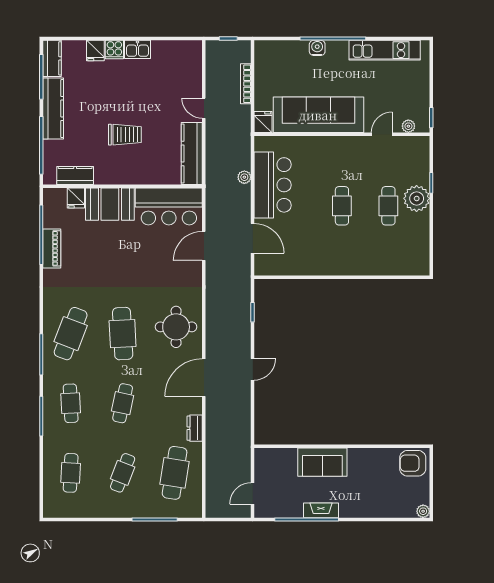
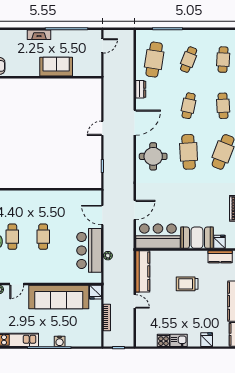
cooker: (114, 50) -> (163, 340), moved
fireplace: (321, 510) -> (39, 35), moved

